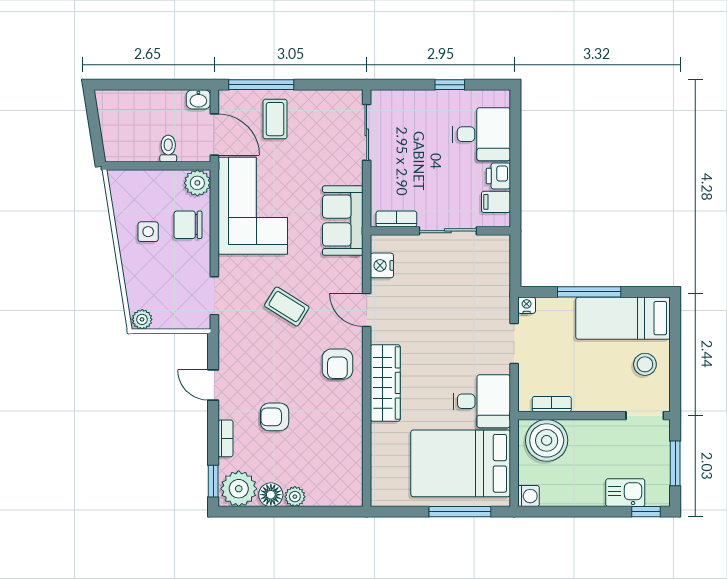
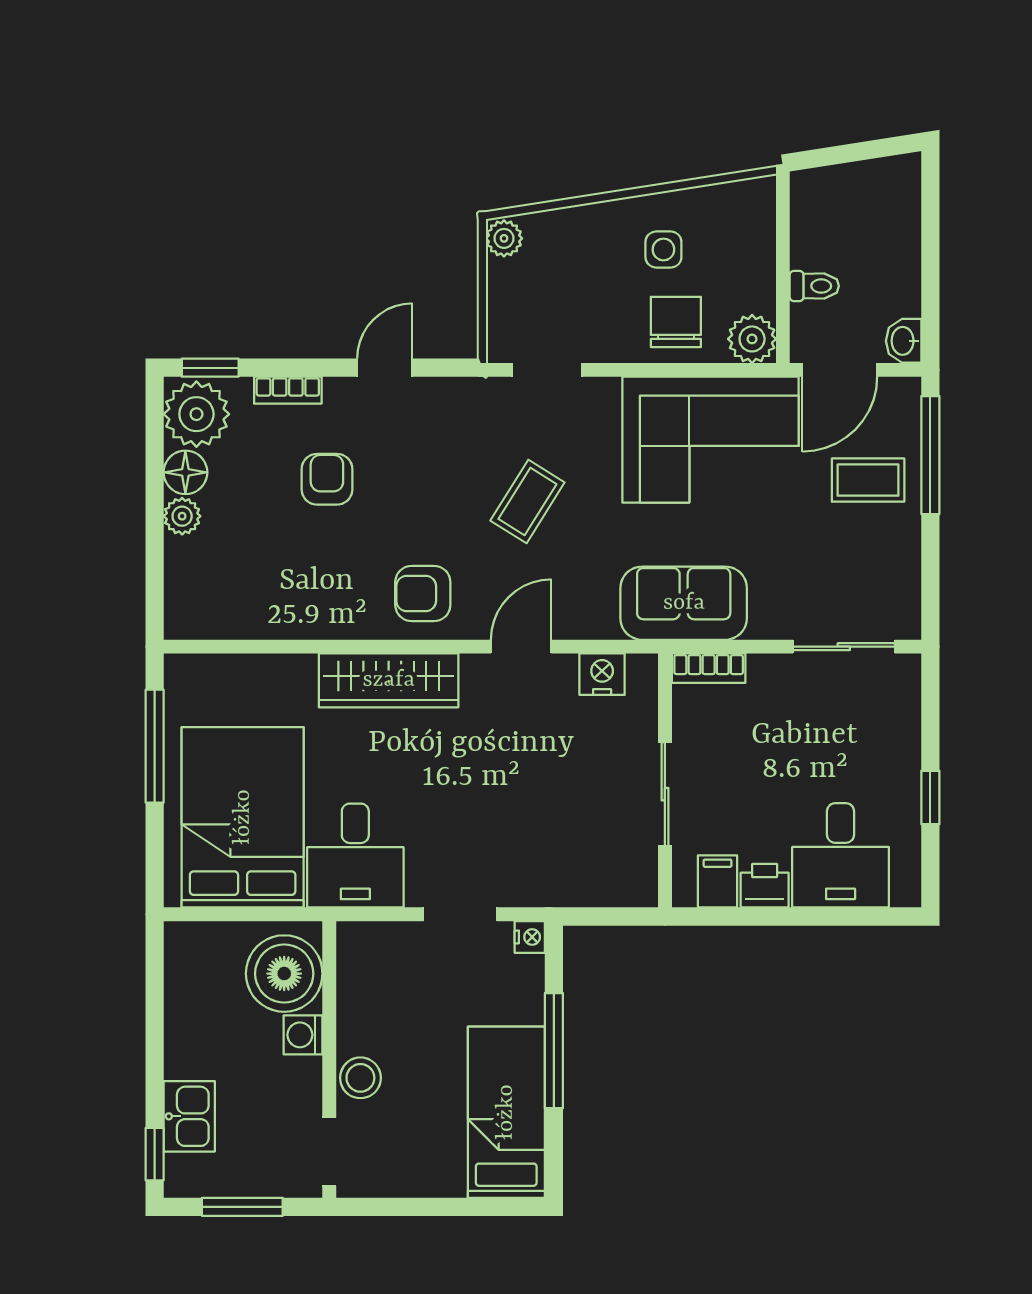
bookcase: (396, 219) -> (709, 668), moved, turned 90
stool: (645, 364) -> (360, 1078), moved
bookcase: (552, 404) -> (350, 983), removed
washing machine: (528, 496) -> (303, 1035), moved, turned 90
window: (460, 512) -> (155, 746), moved

